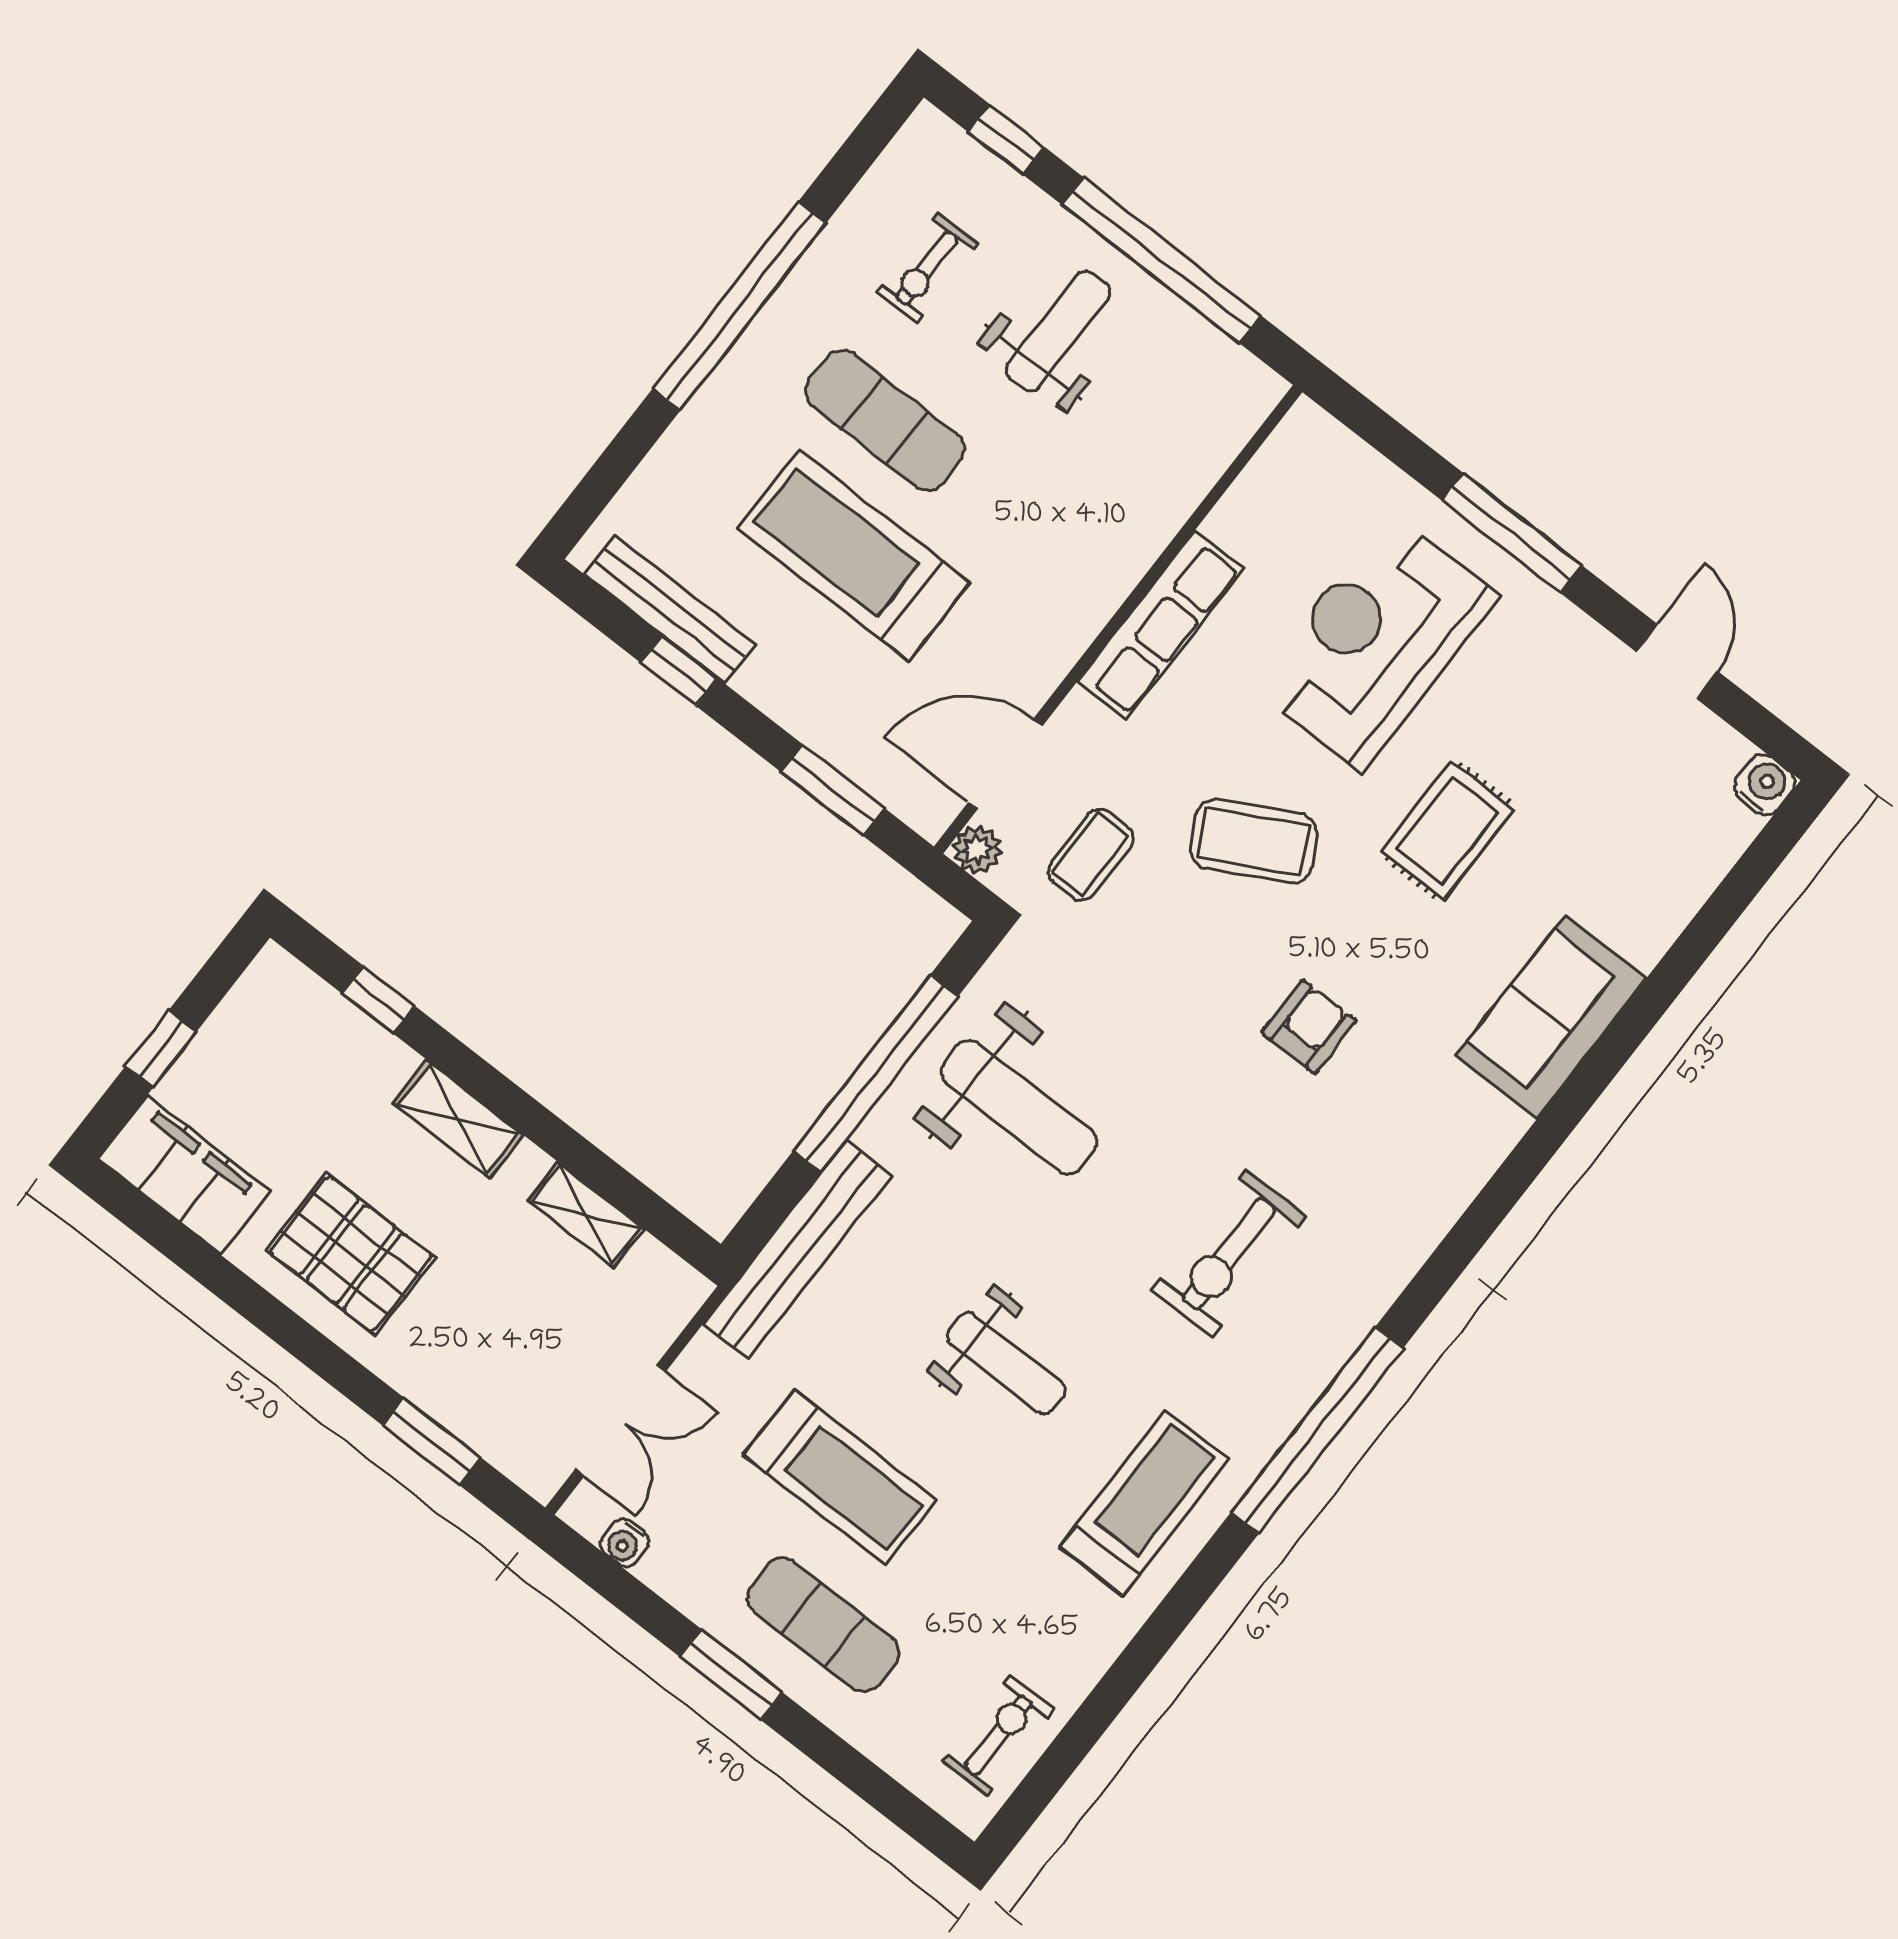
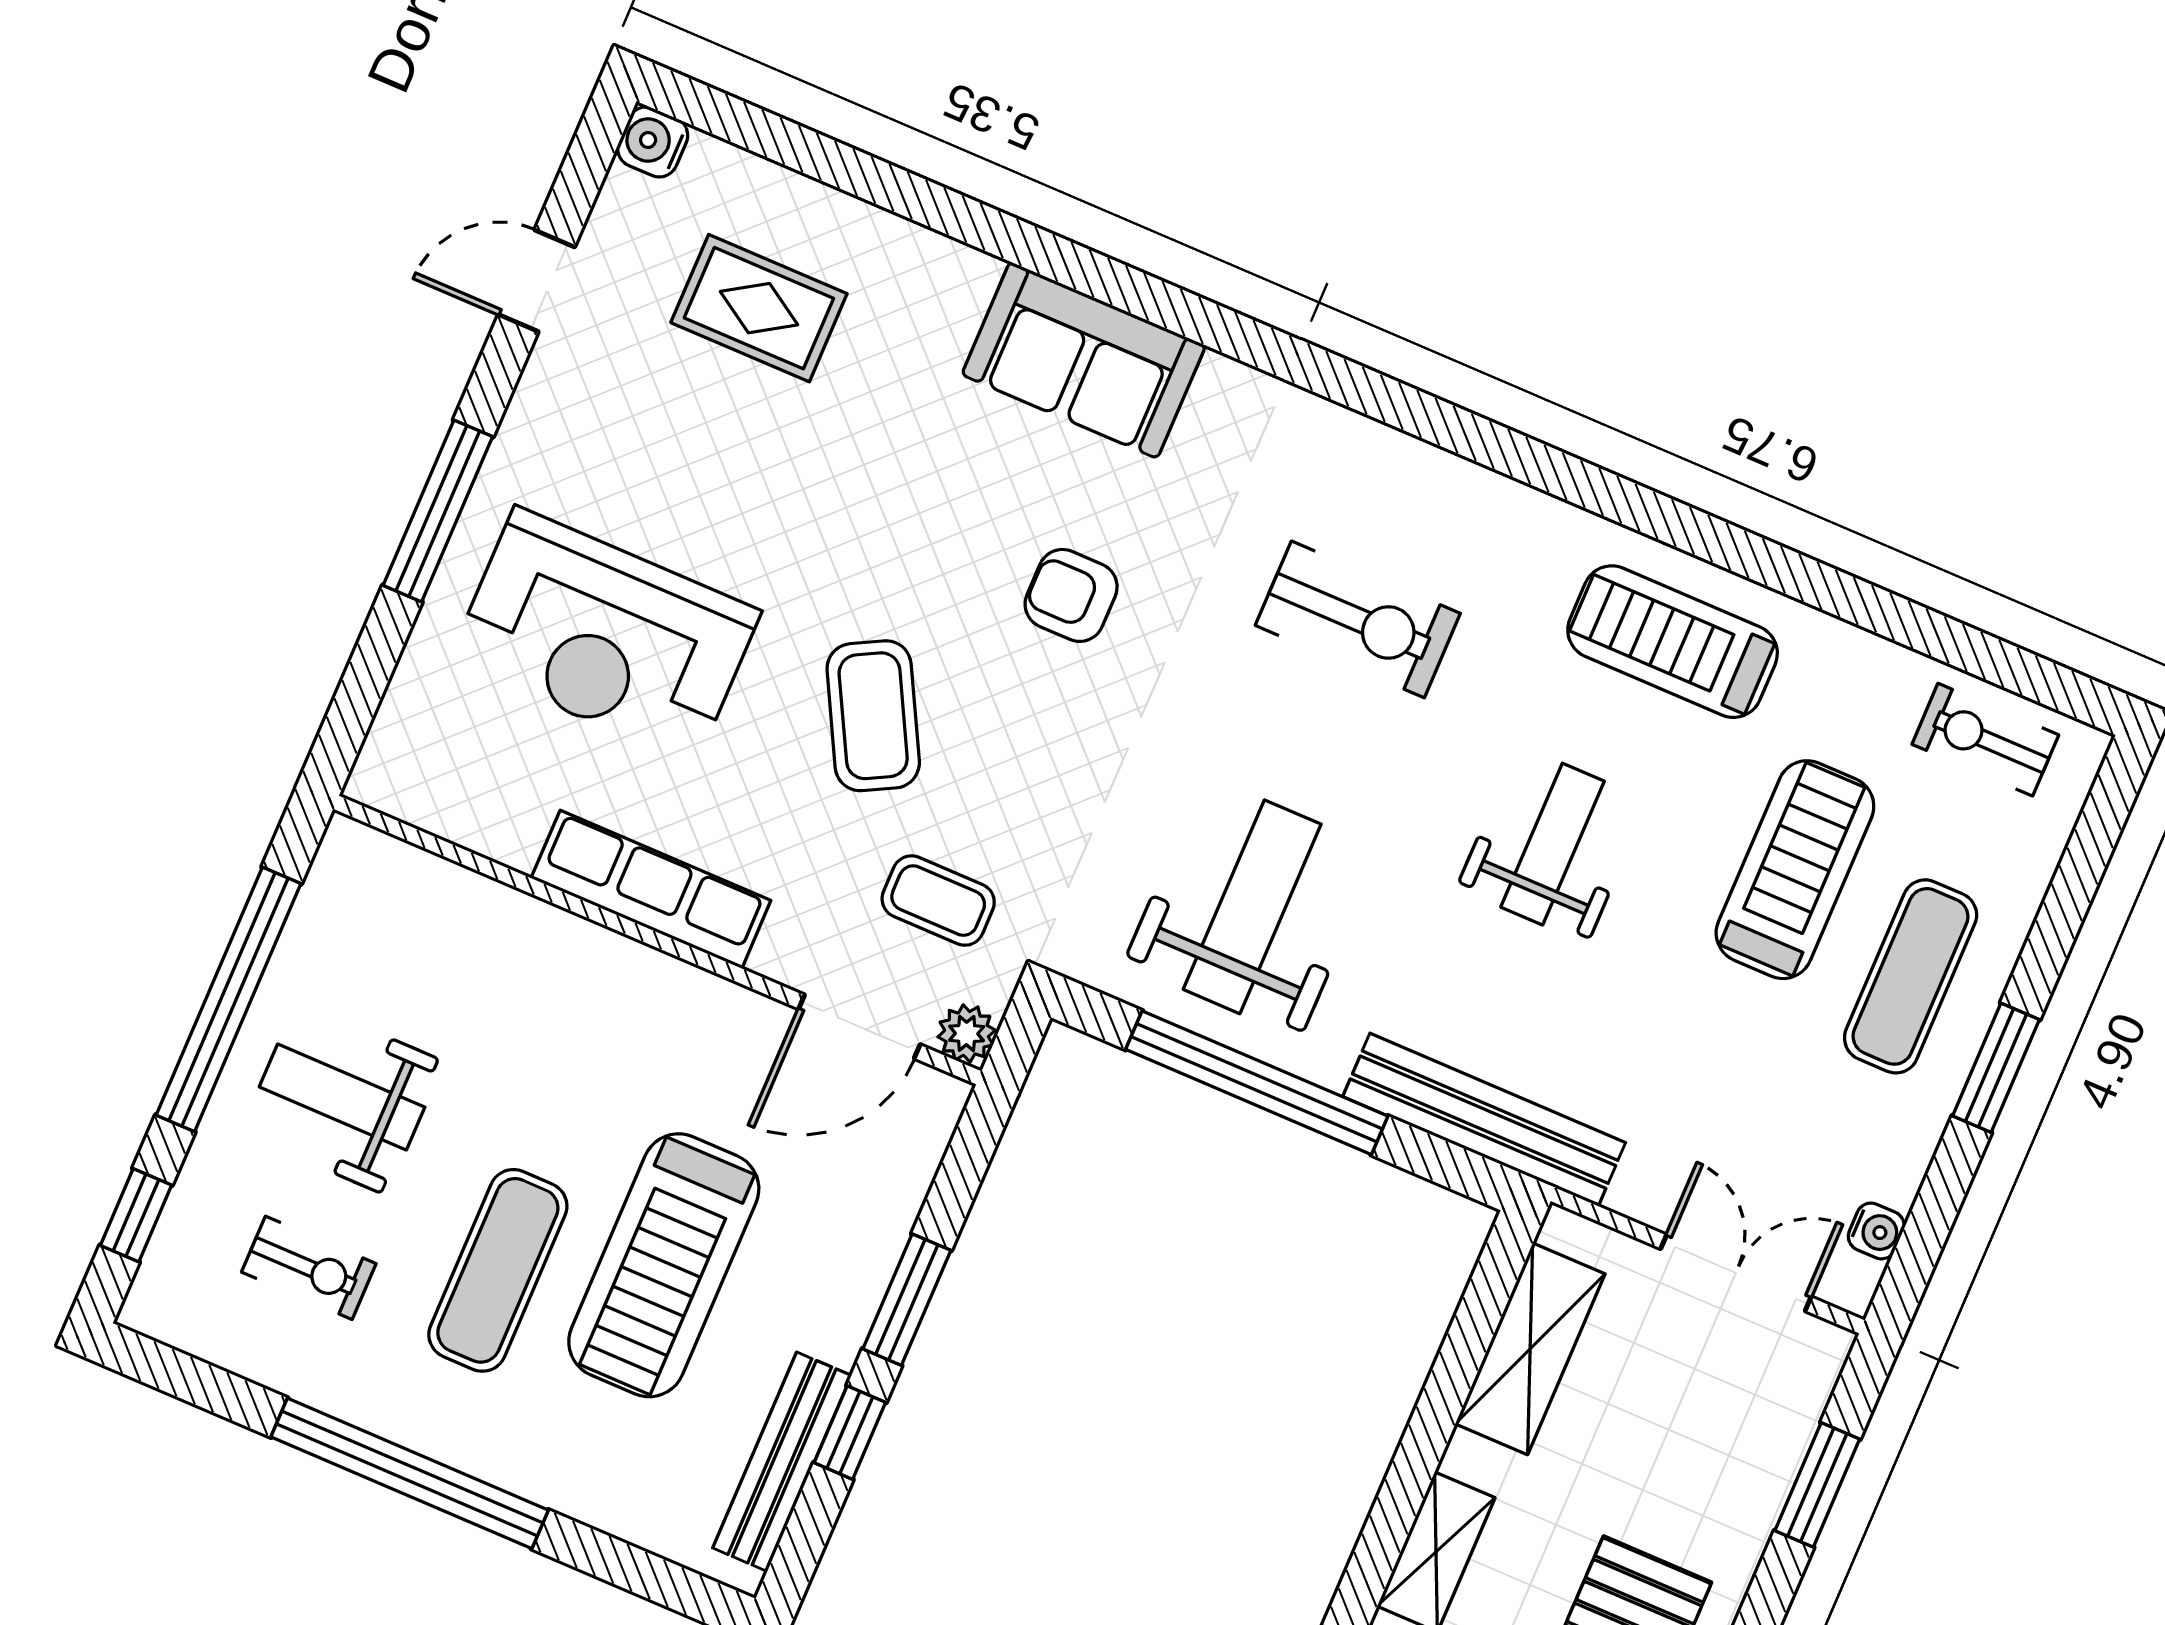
door: (1005, 764) -> (859, 1027), hinge flipped
window: (833, 790) -> (907, 1300), moved
rug: (1447, 830) -> (759, 308), moved
sofa: (1551, 1017) -> (1084, 360), moved
shelving: (586, 1215) -> (1530, 1349), width x1.50, depth x1.33
window: (1317, 1430) -> (1536, 464), removed
treadmill: (840, 1477) -> (1795, 870), moved

